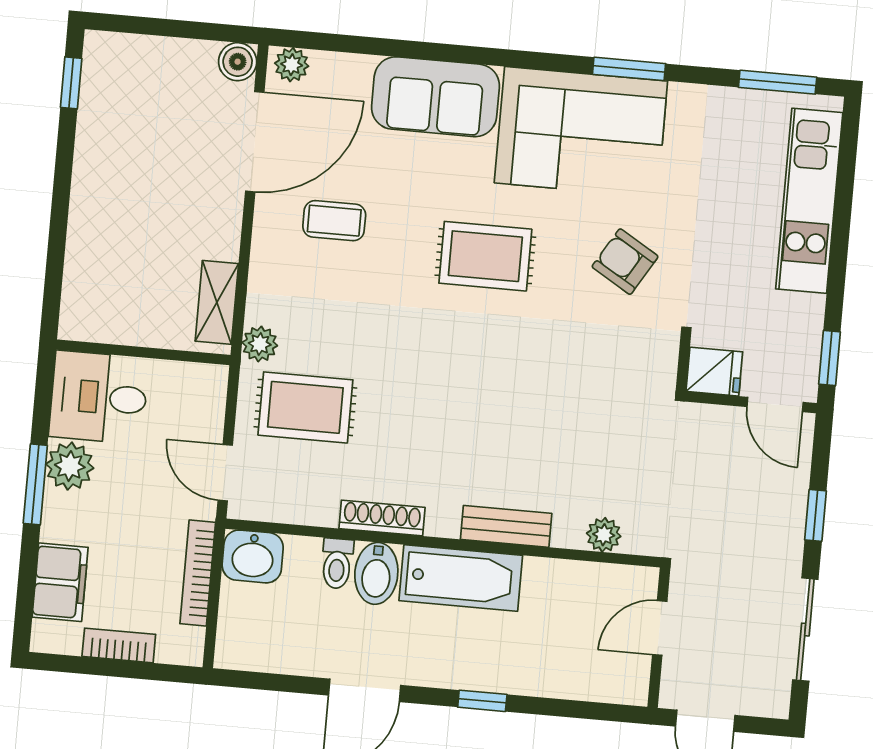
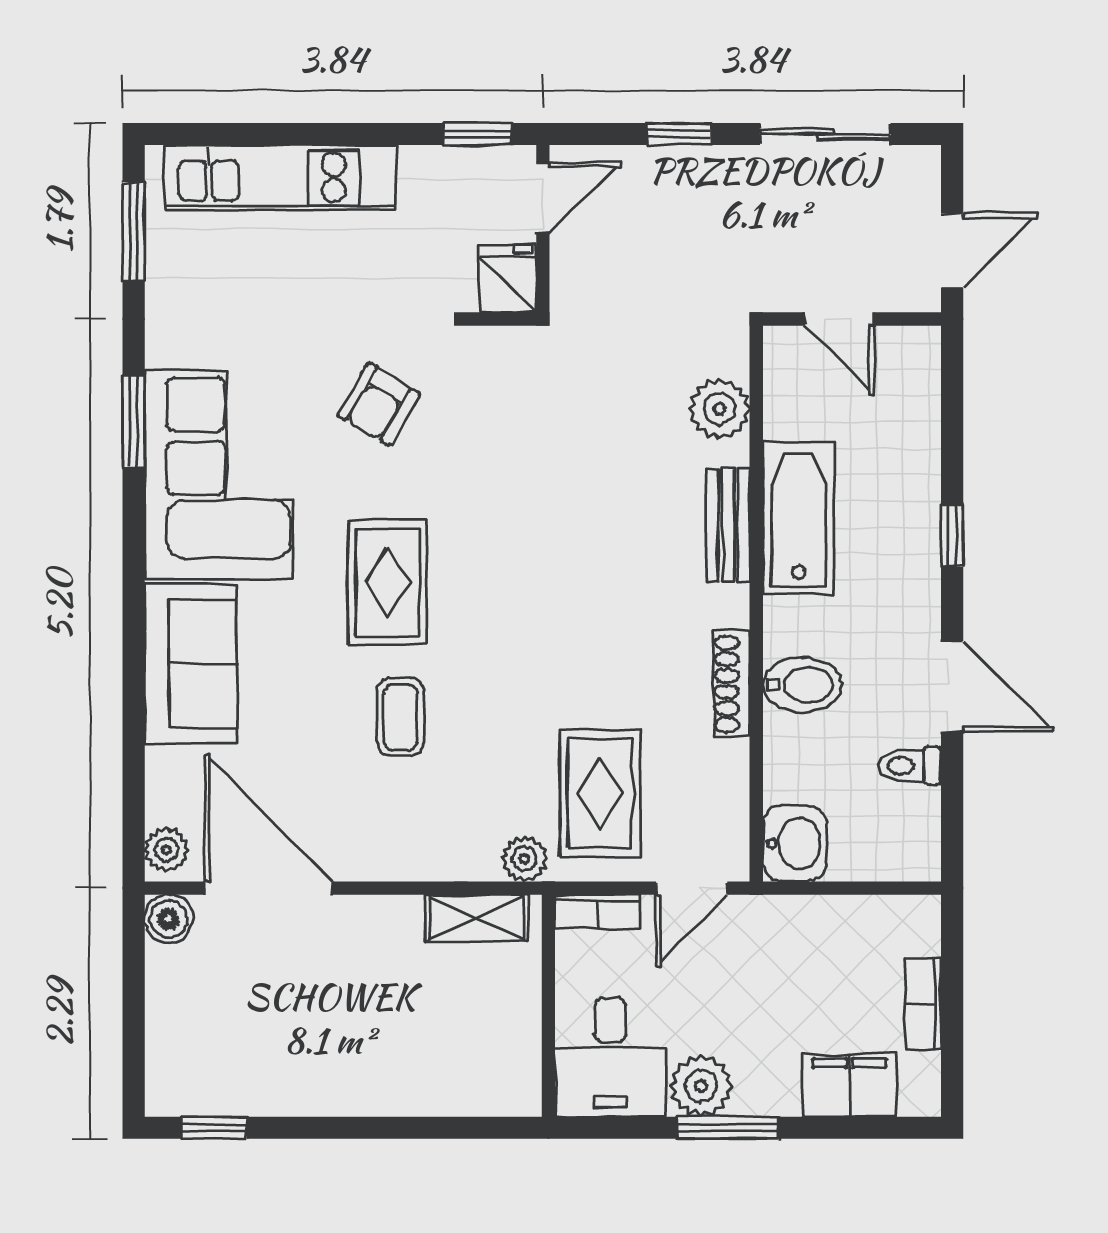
coffee table: (334, 221) -> (400, 717), moved
plant: (604, 535) -> (719, 409), width x1.38, depth x1.38
toilet: (337, 563) -> (910, 765), moved, turned 180
bookcase: (198, 573) -> (597, 912), moved, width x0.64
bathtub: (461, 578) -> (799, 518), moved

